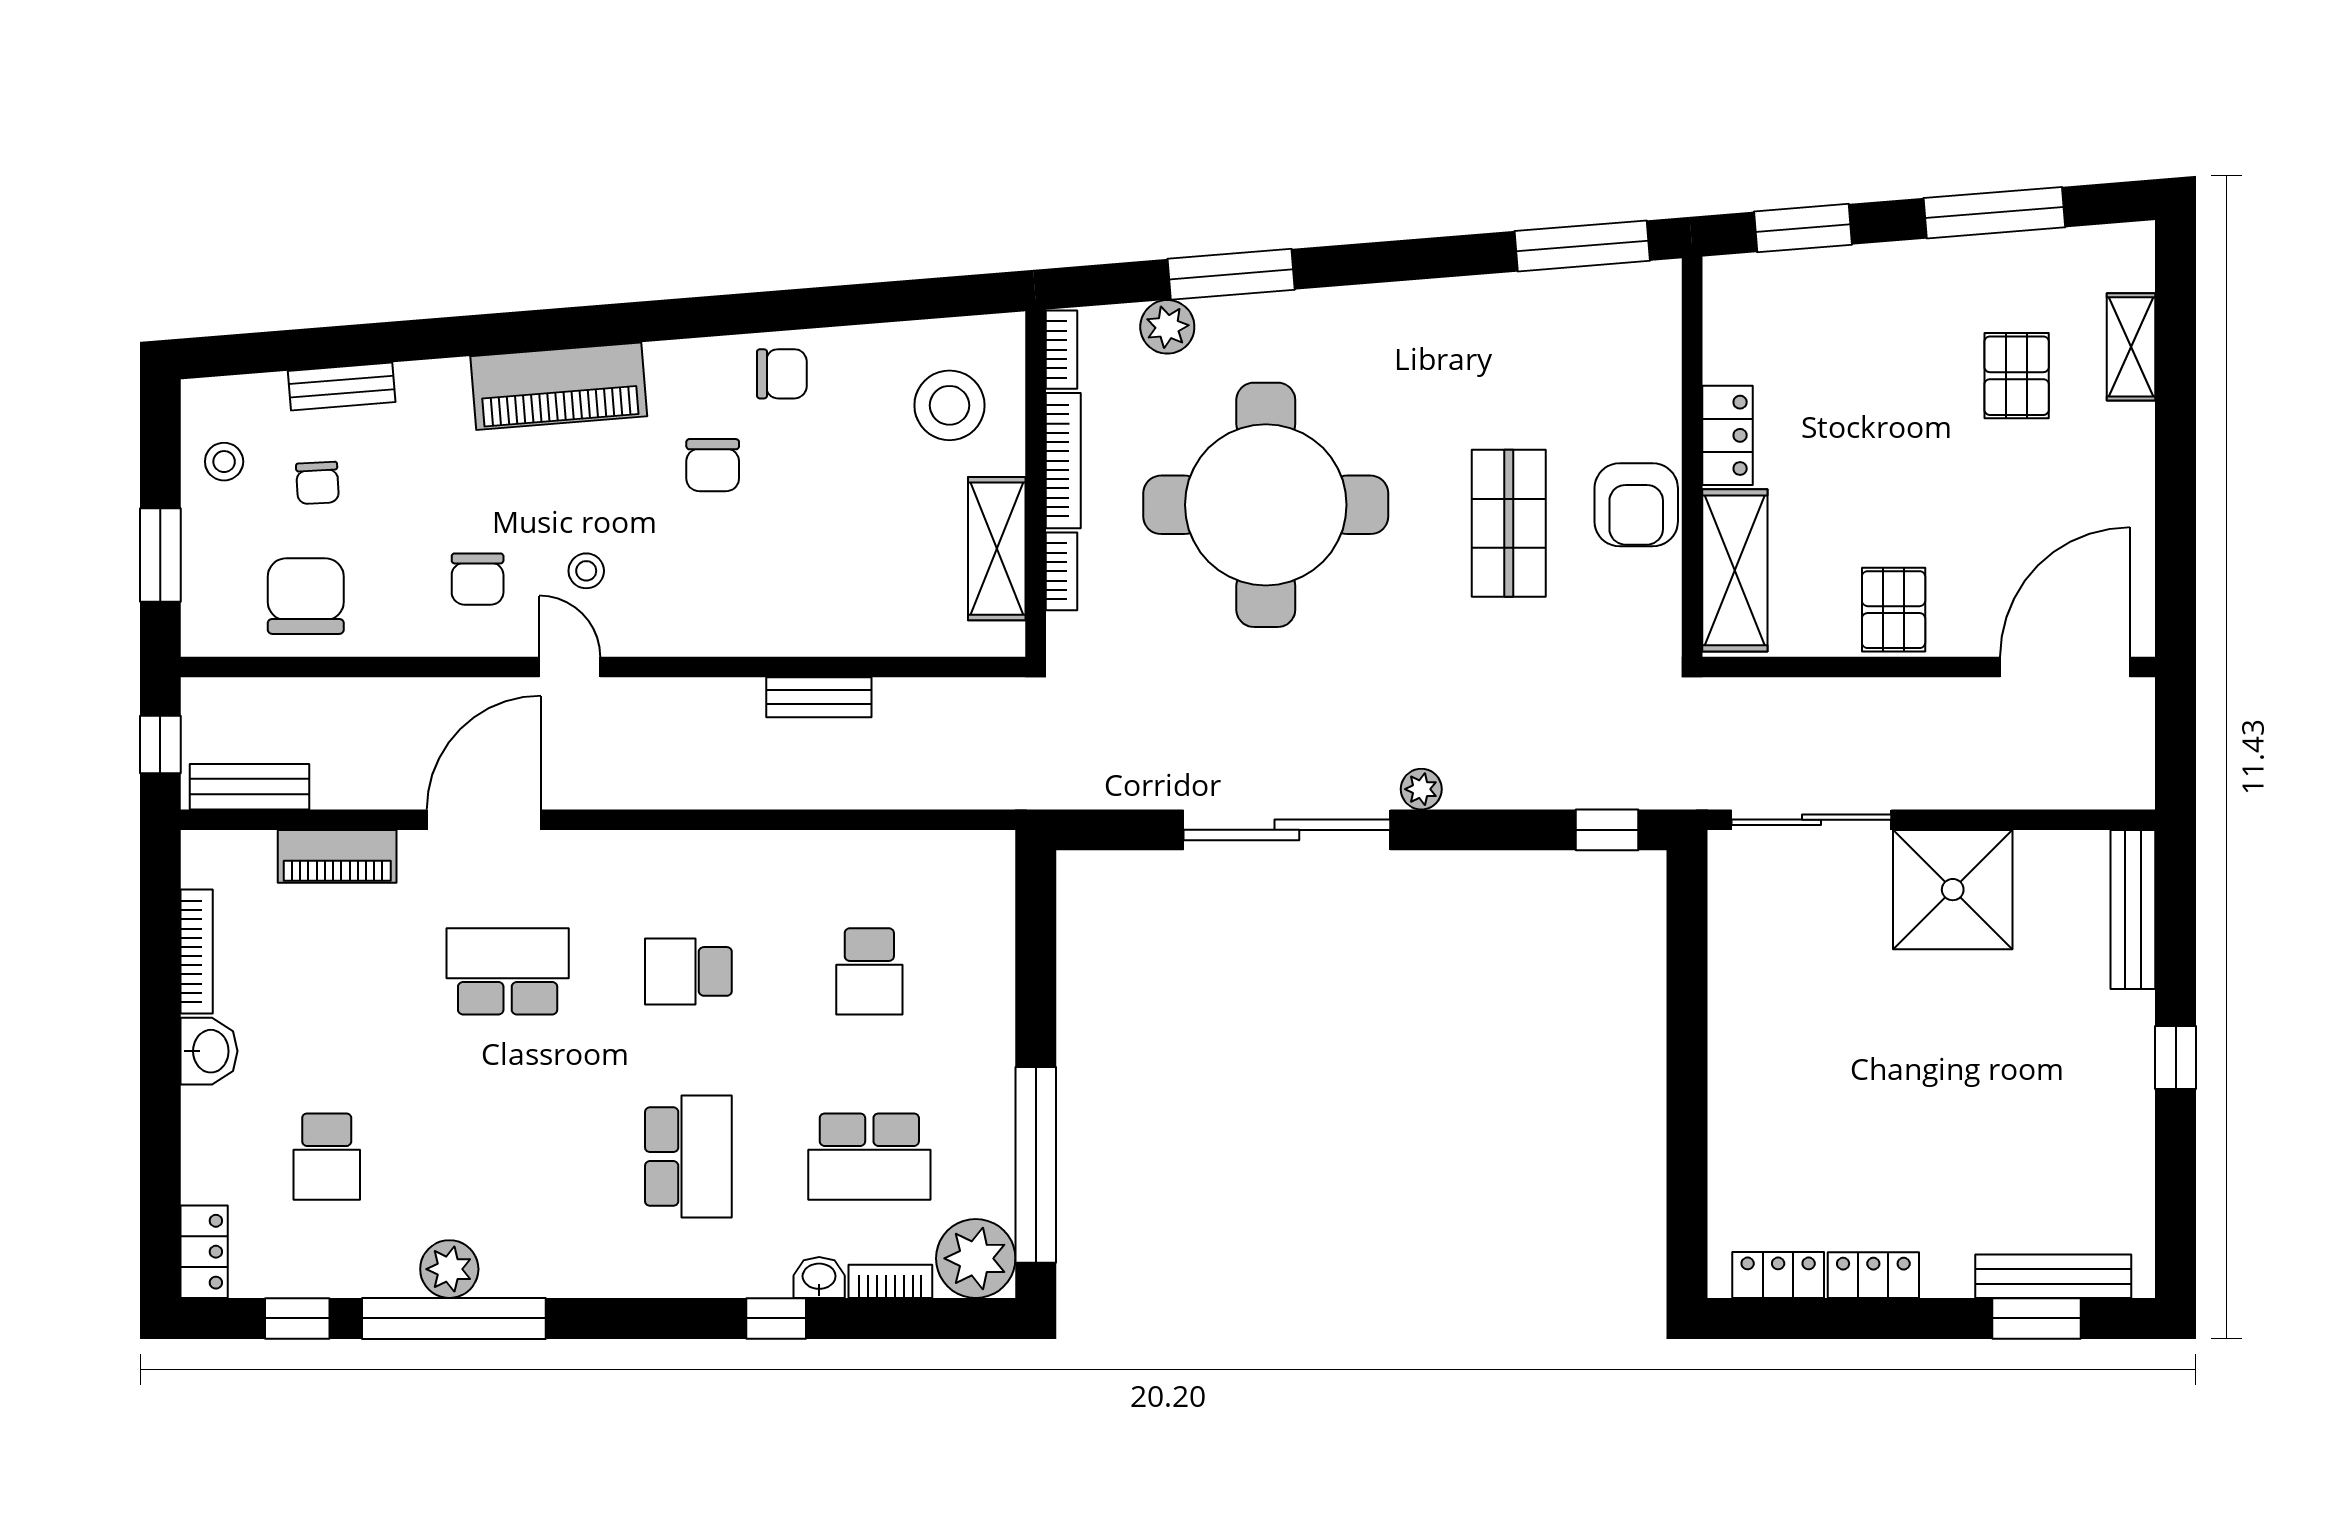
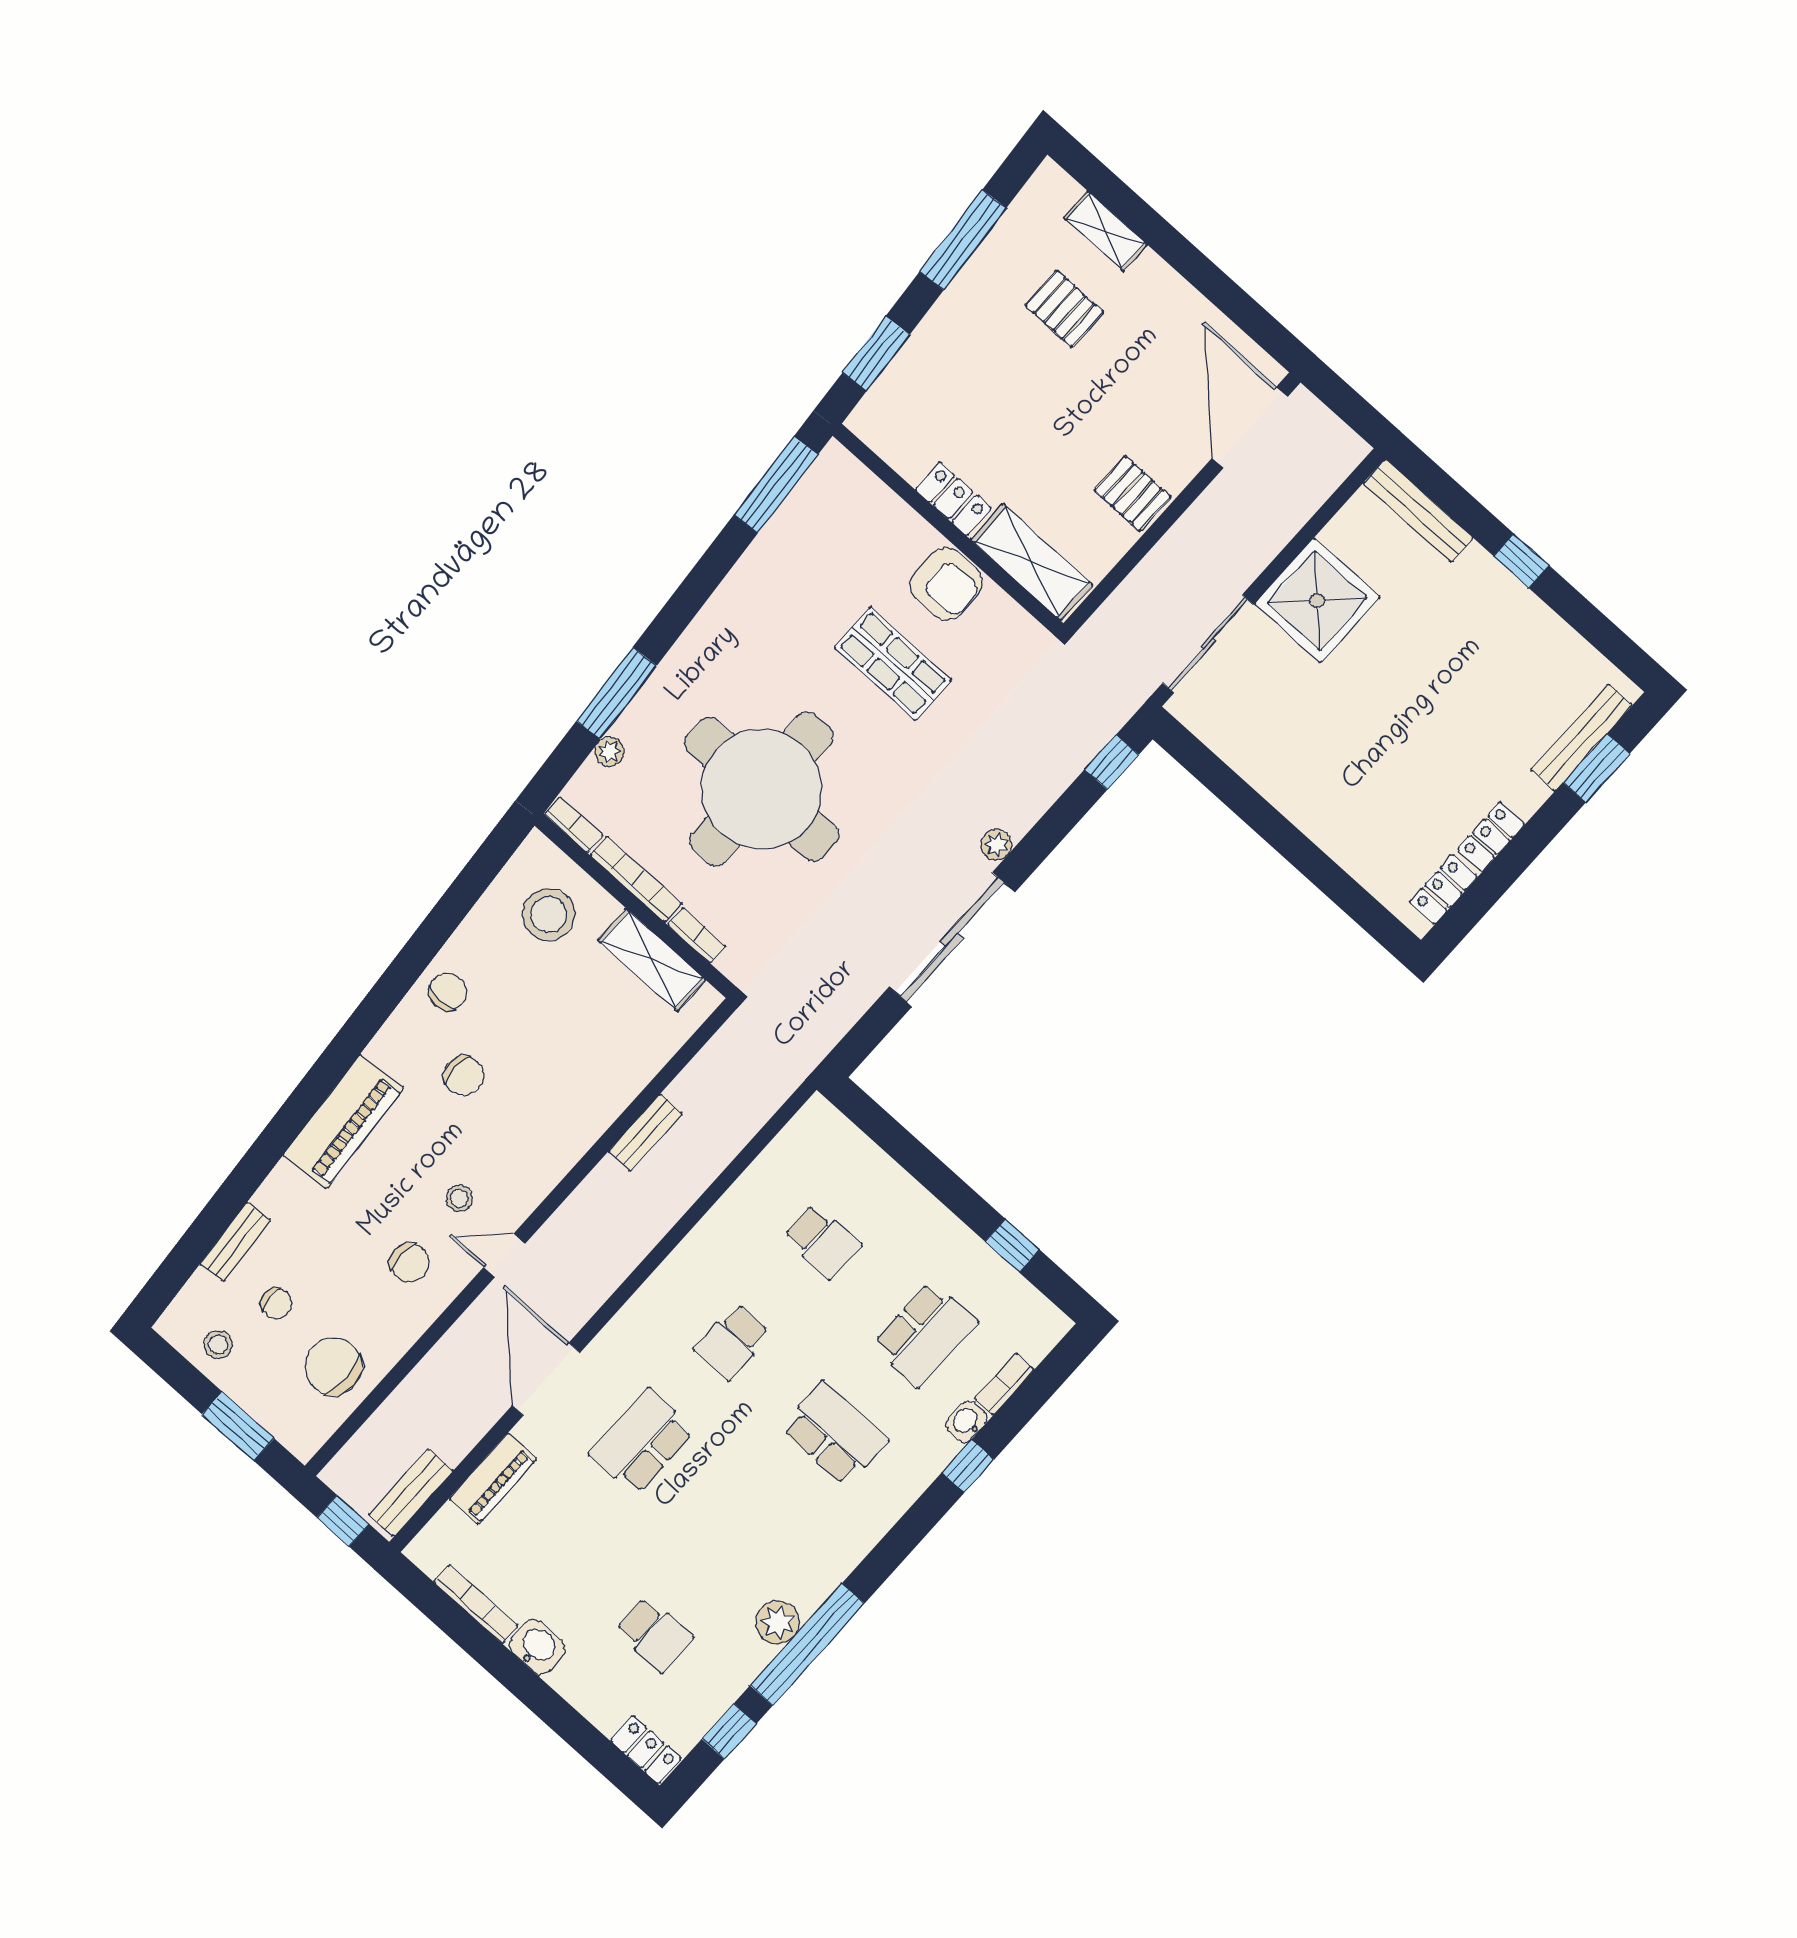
plant: (1167, 327) -> (610, 751), width x0.73, depth x0.73
window: (1036, 1165) -> (1012, 1246), width x0.32
plant: (976, 1258) -> (1034, 1326), removed

